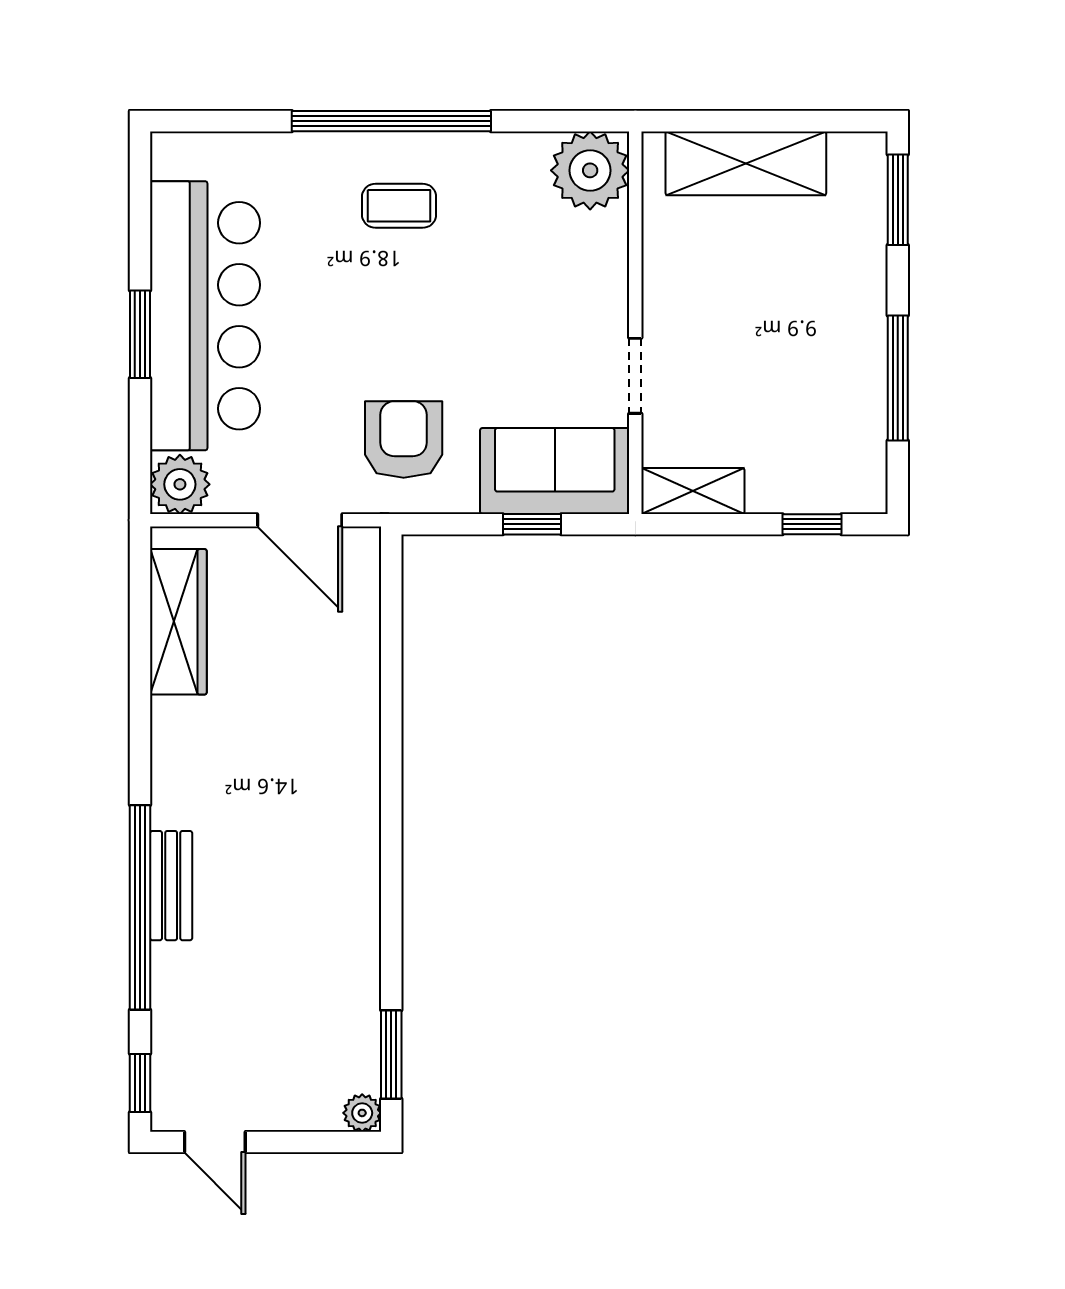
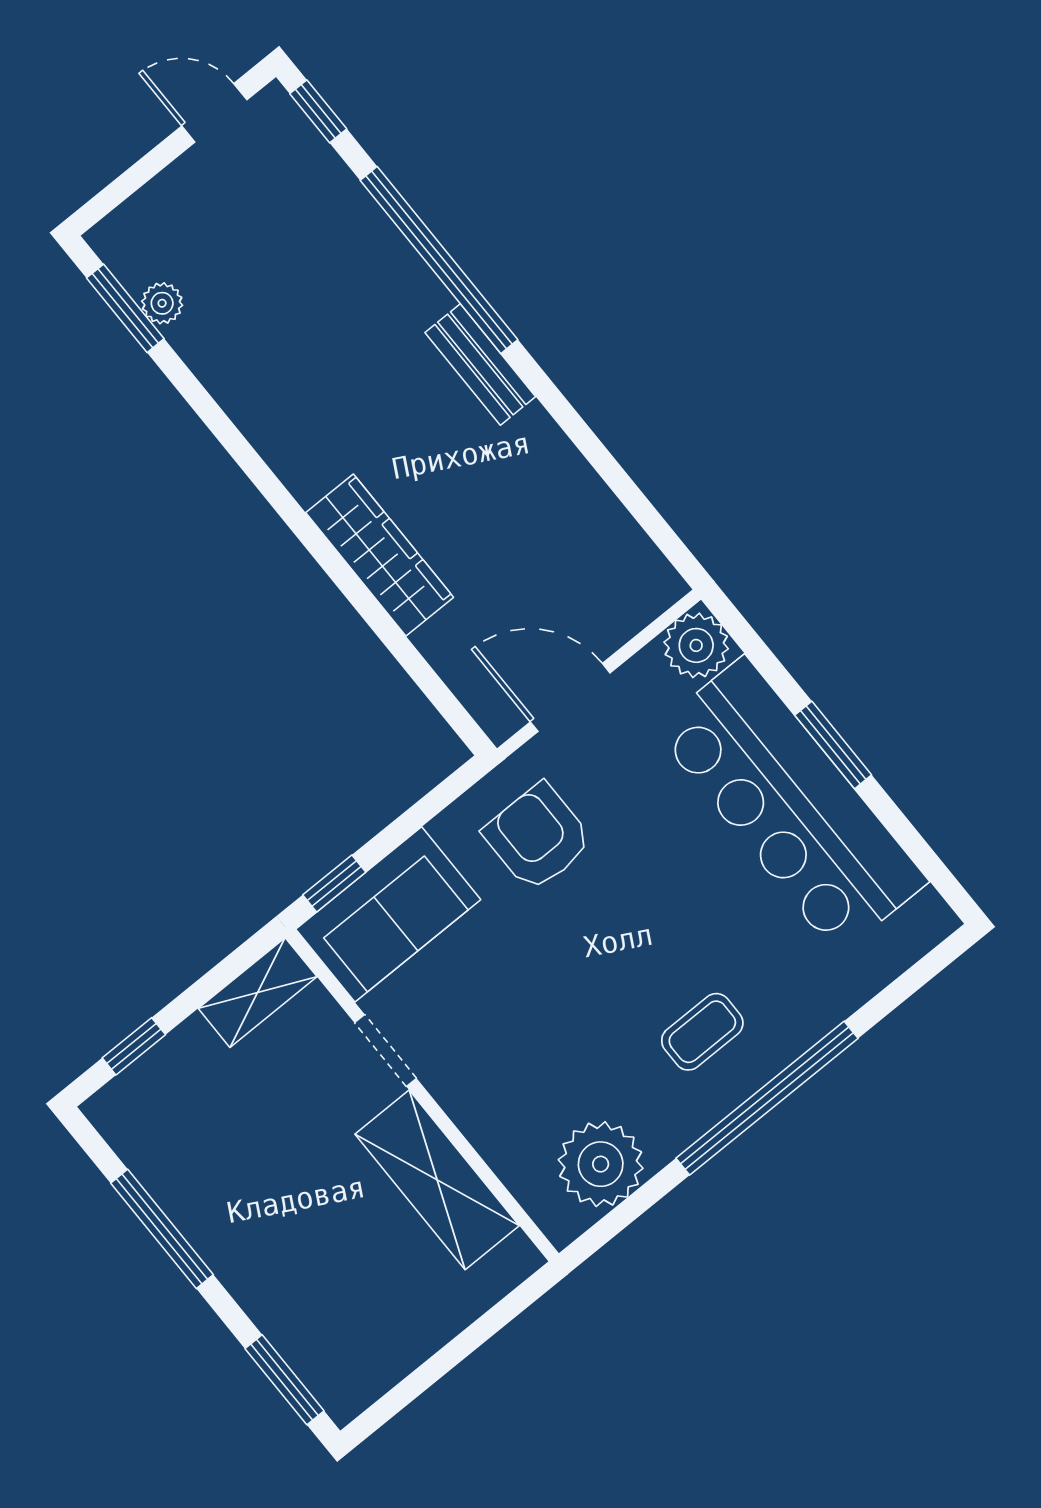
shelving: (746, 163) -> (437, 1180), moved, turned 90
plant: (590, 170) -> (601, 1164), moved
armchair: (404, 439) -> (538, 837), turned 180
window: (532, 524) -> (334, 884), moved
wardrobe: (178, 622) -> (380, 555), moved, turned 180
bench: (171, 886) -> (480, 365), moved
plant: (362, 1113) -> (162, 303), moved

